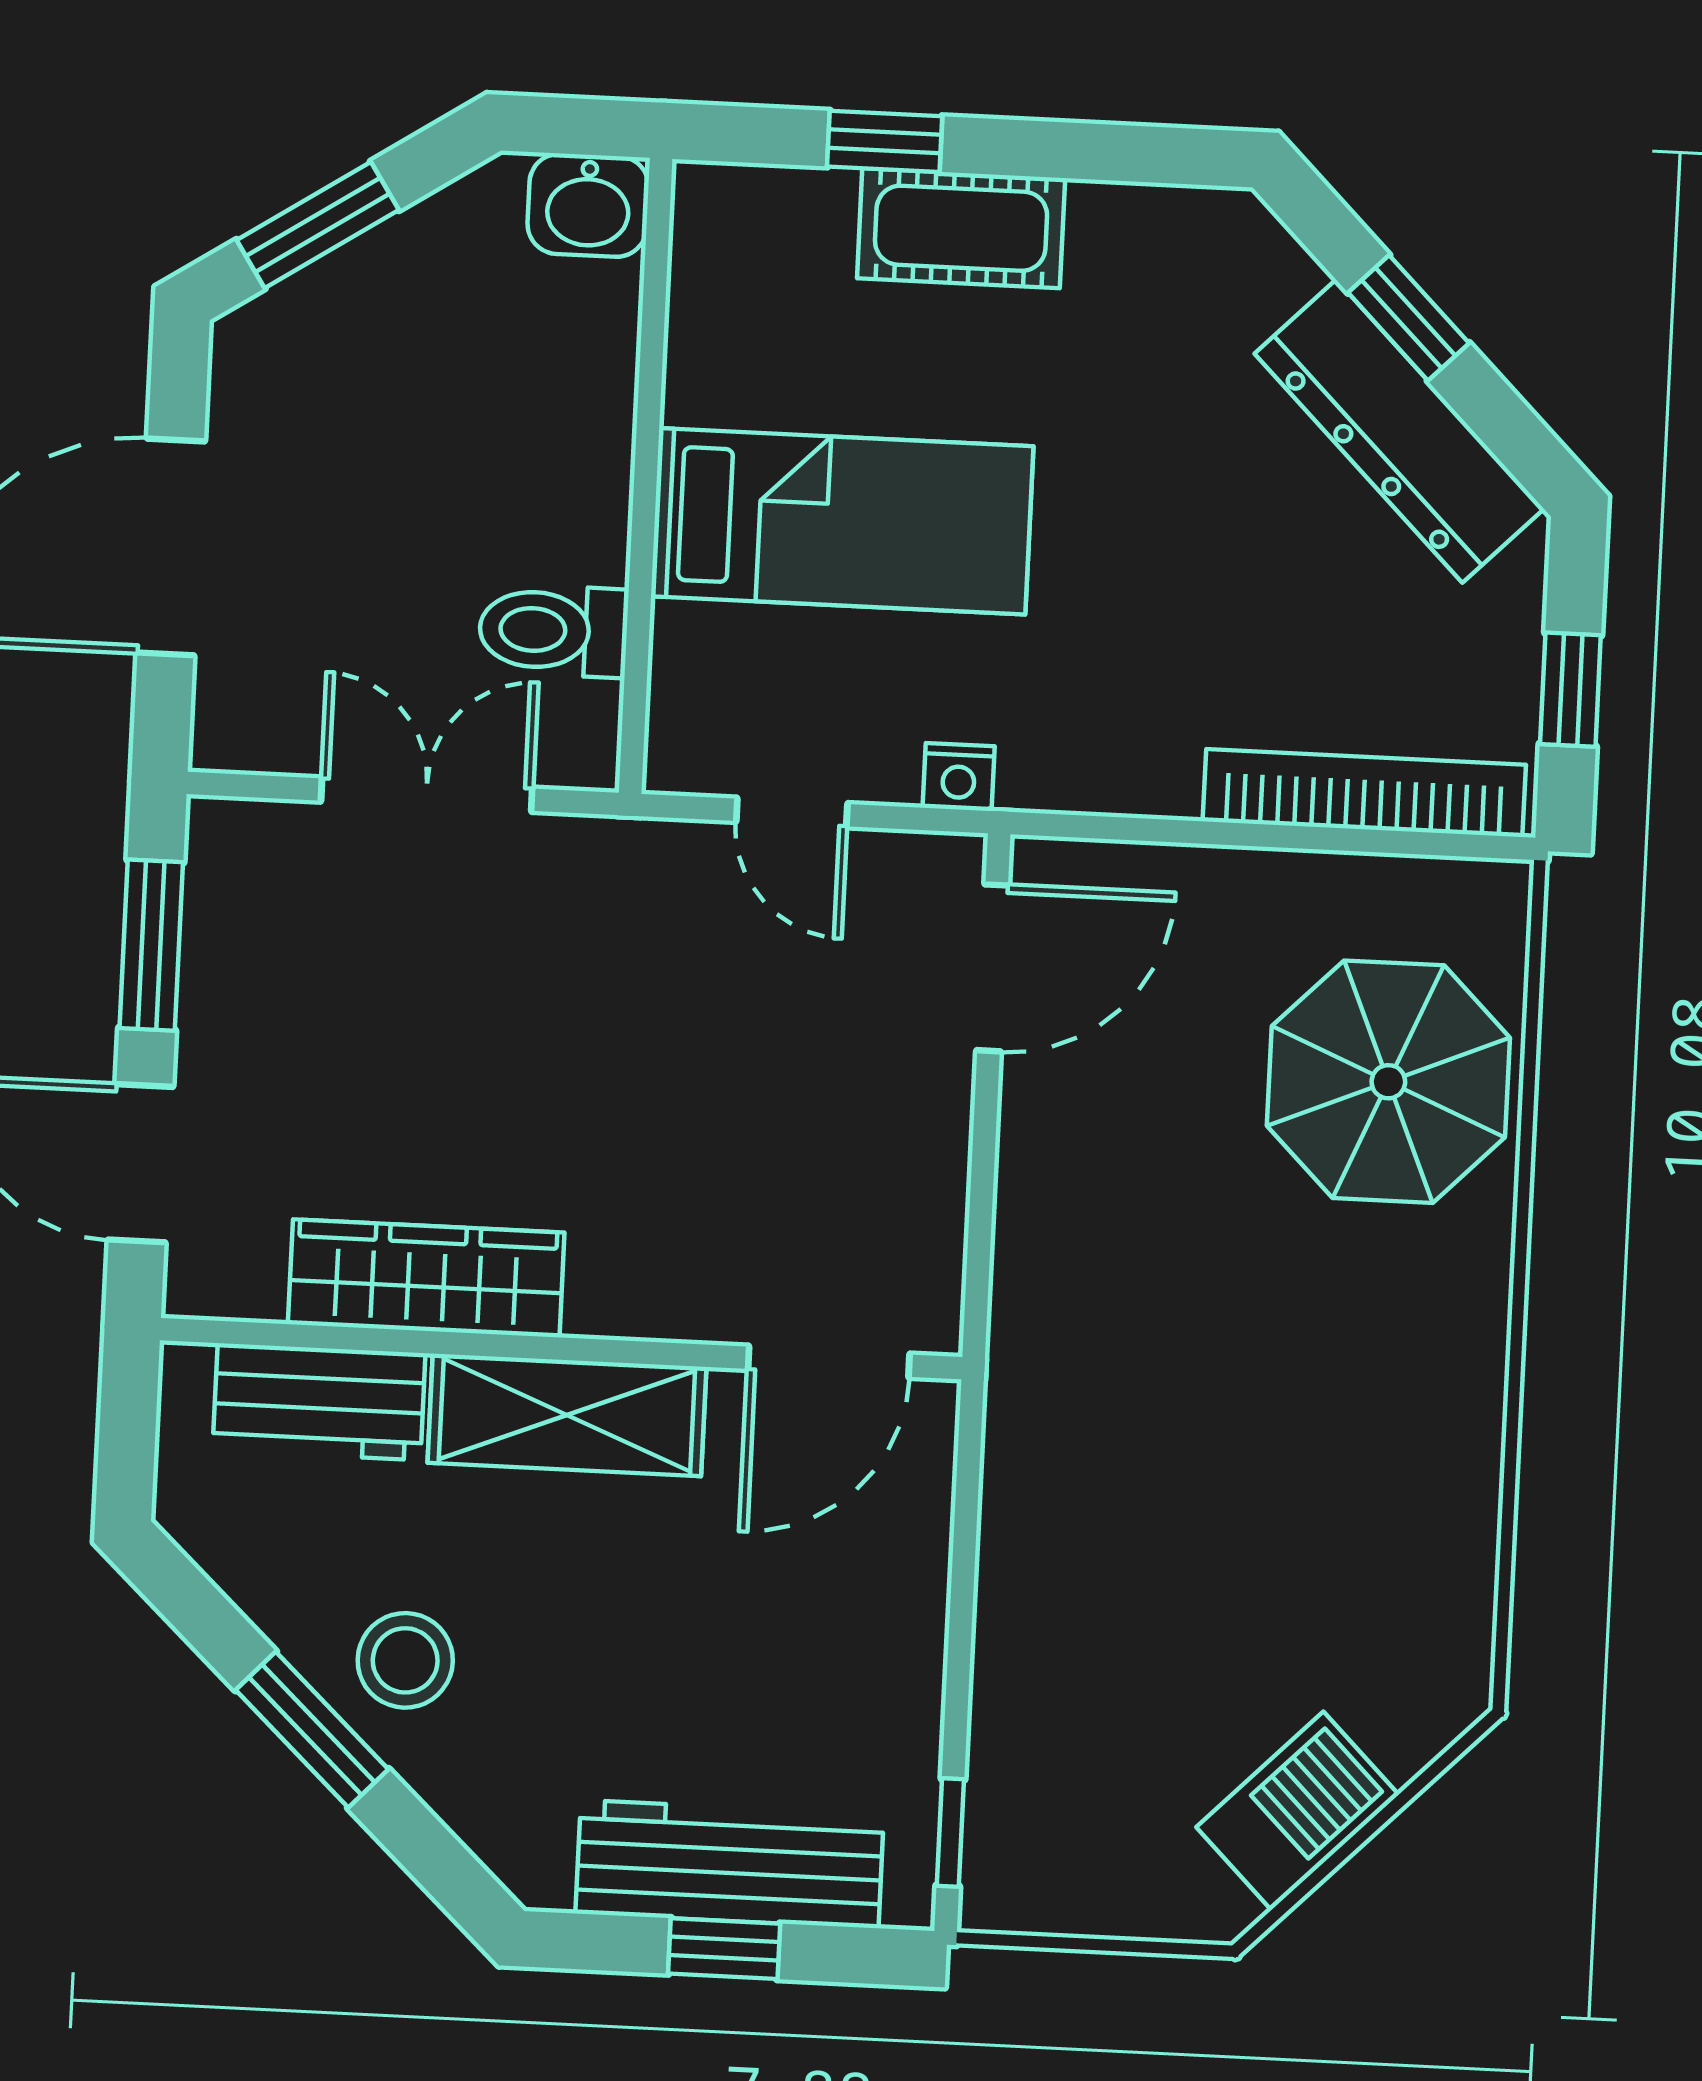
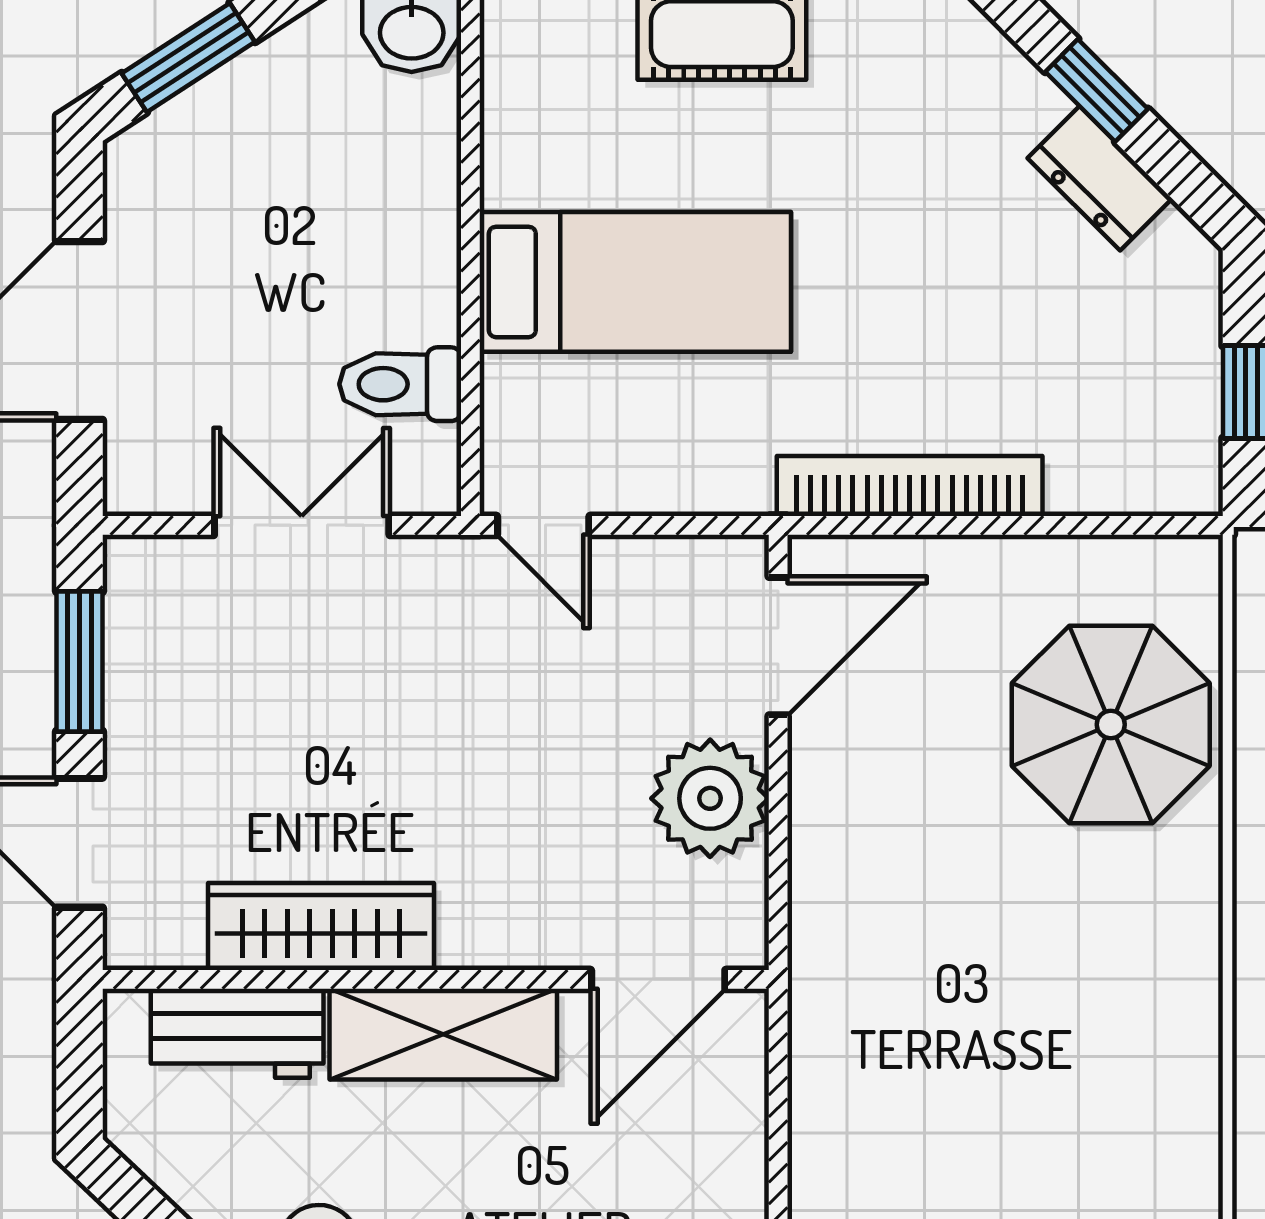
dresser: (1399, 431) -> (1100, 178), width x0.51, depth x0.80
nightstand: (959, 777) -> (742, 489), removed
bookcase: (1364, 793) -> (910, 486), moved
door: (792, 812) -> (543, 525), moved
plant: (902, 1147) -> (710, 798), added

